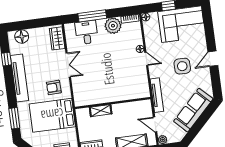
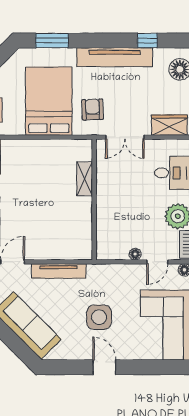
door: (146, 59) -> (157, 262), moved
wall: (113, 103) -> (94, 199), moved
shelving: (101, 111) -> (85, 179), moved

